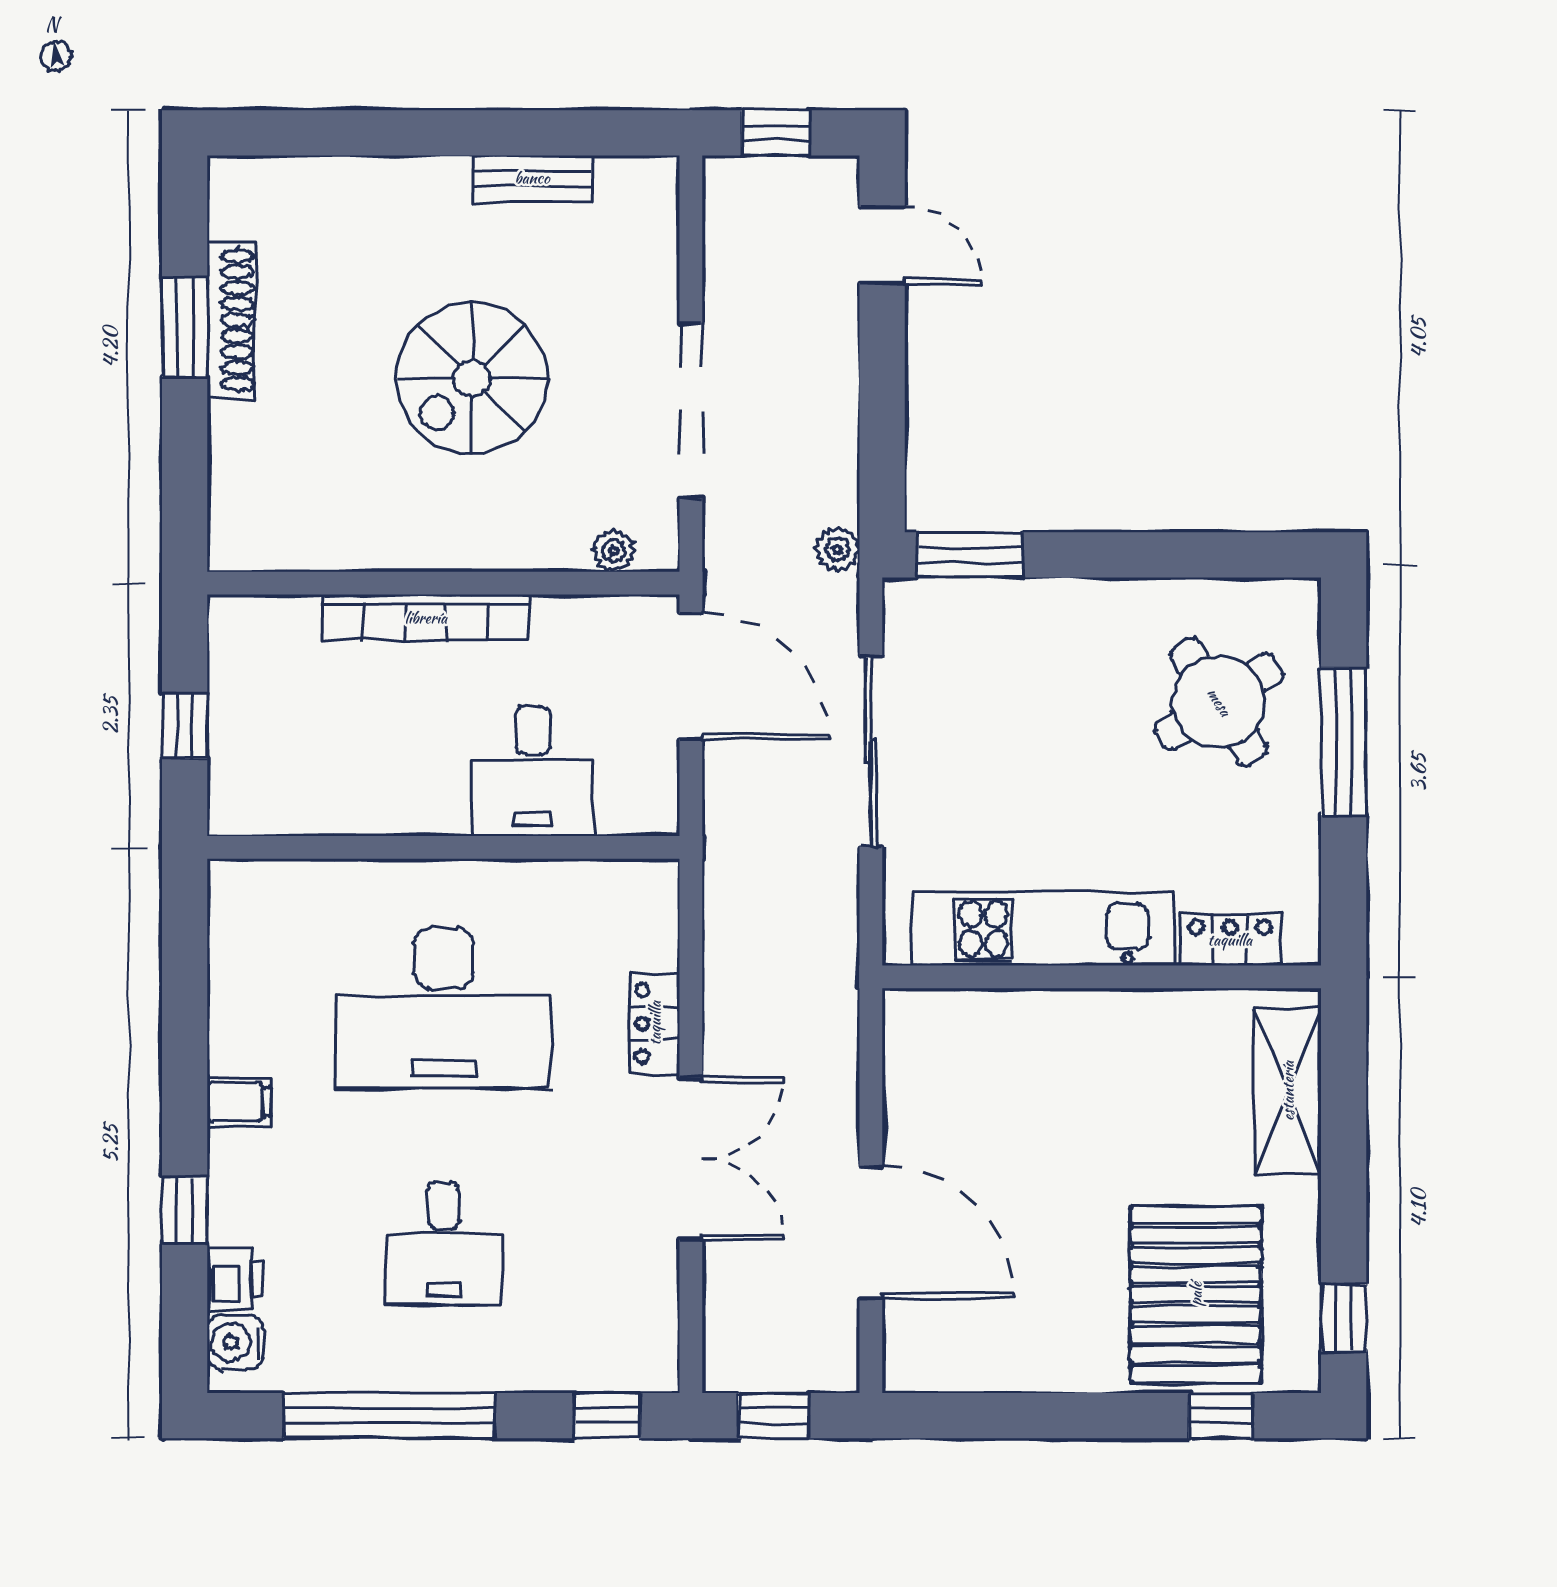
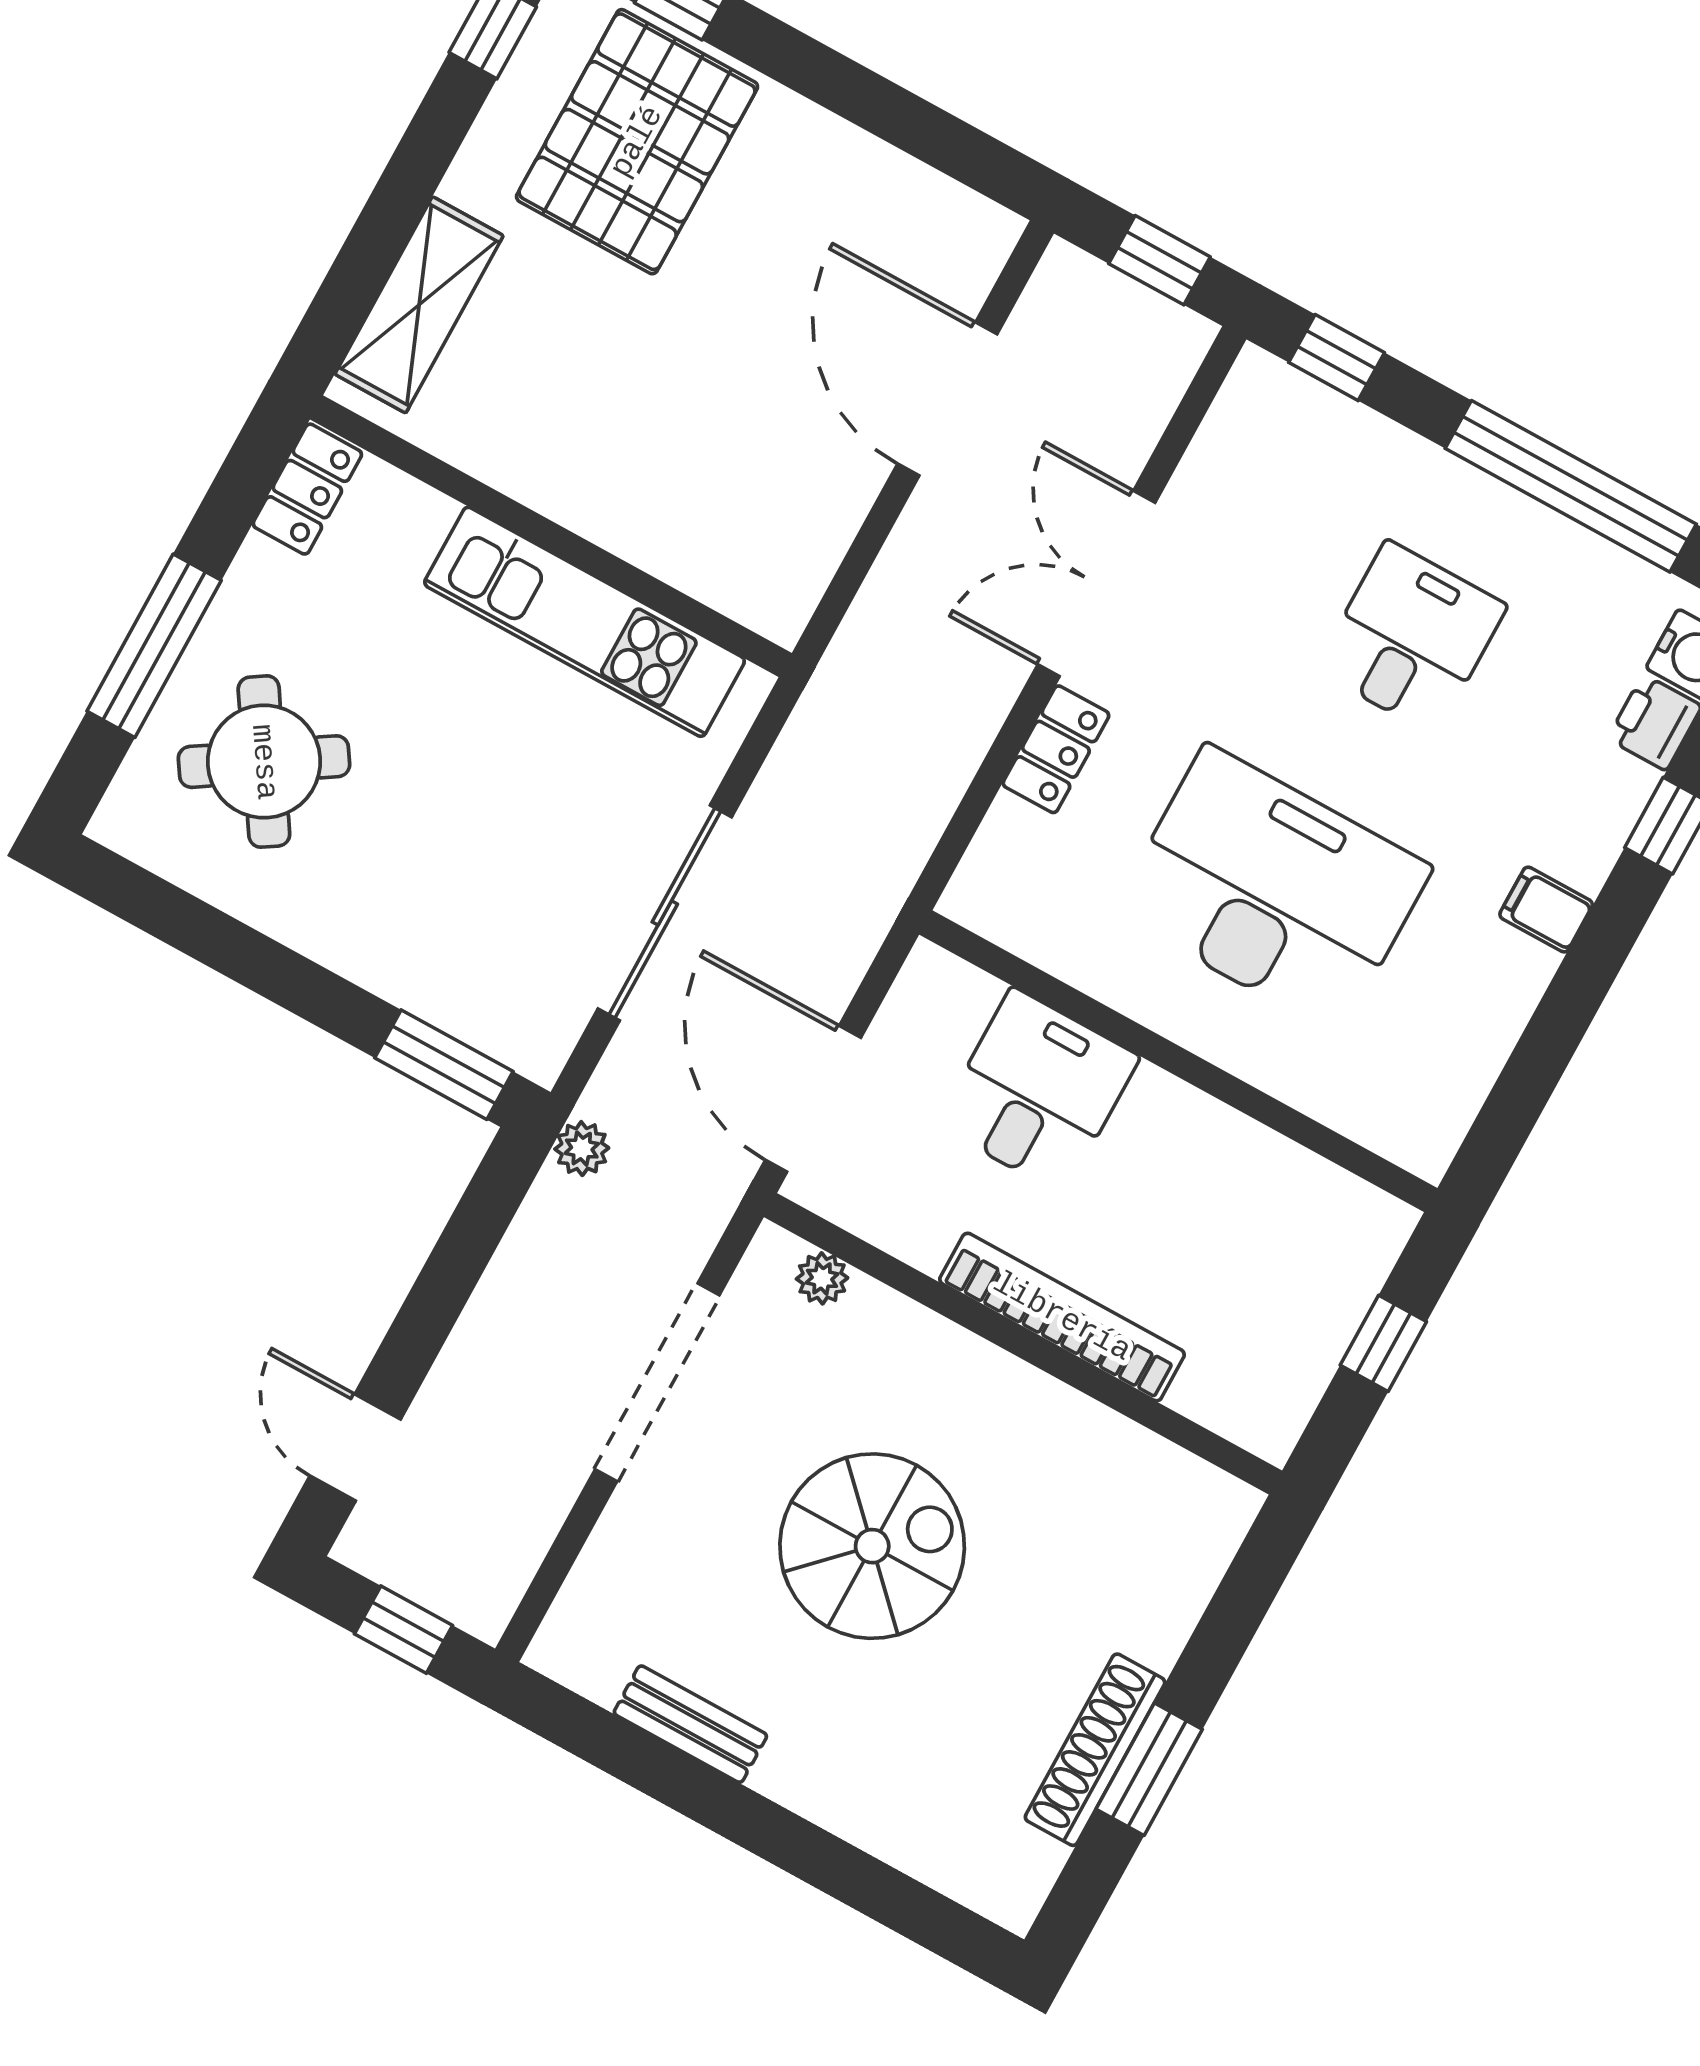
locker: (1230, 940) -> (307, 489), moved, turned -90

